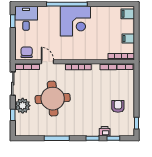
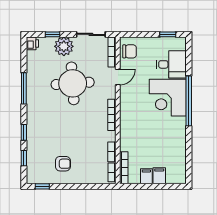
filing cabinet: (128, 14) -> (159, 176), moved
desk: (26, 18) -> (171, 64), moved
corner desk: (75, 21) -> (168, 98), moved
printer: (105, 131) -> (32, 43), moved

